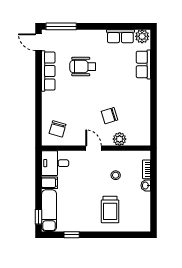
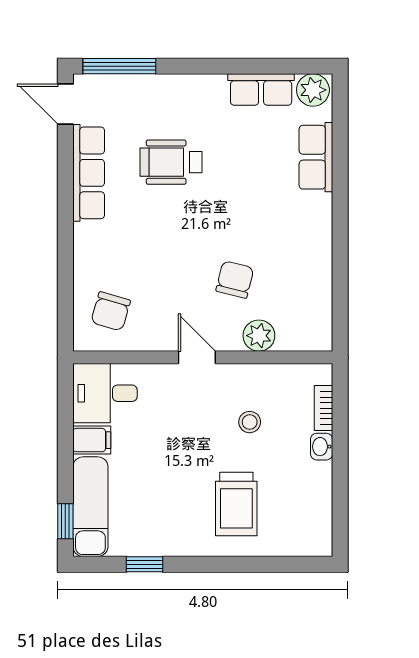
chair: (109, 116) -> (235, 279), turned 121

